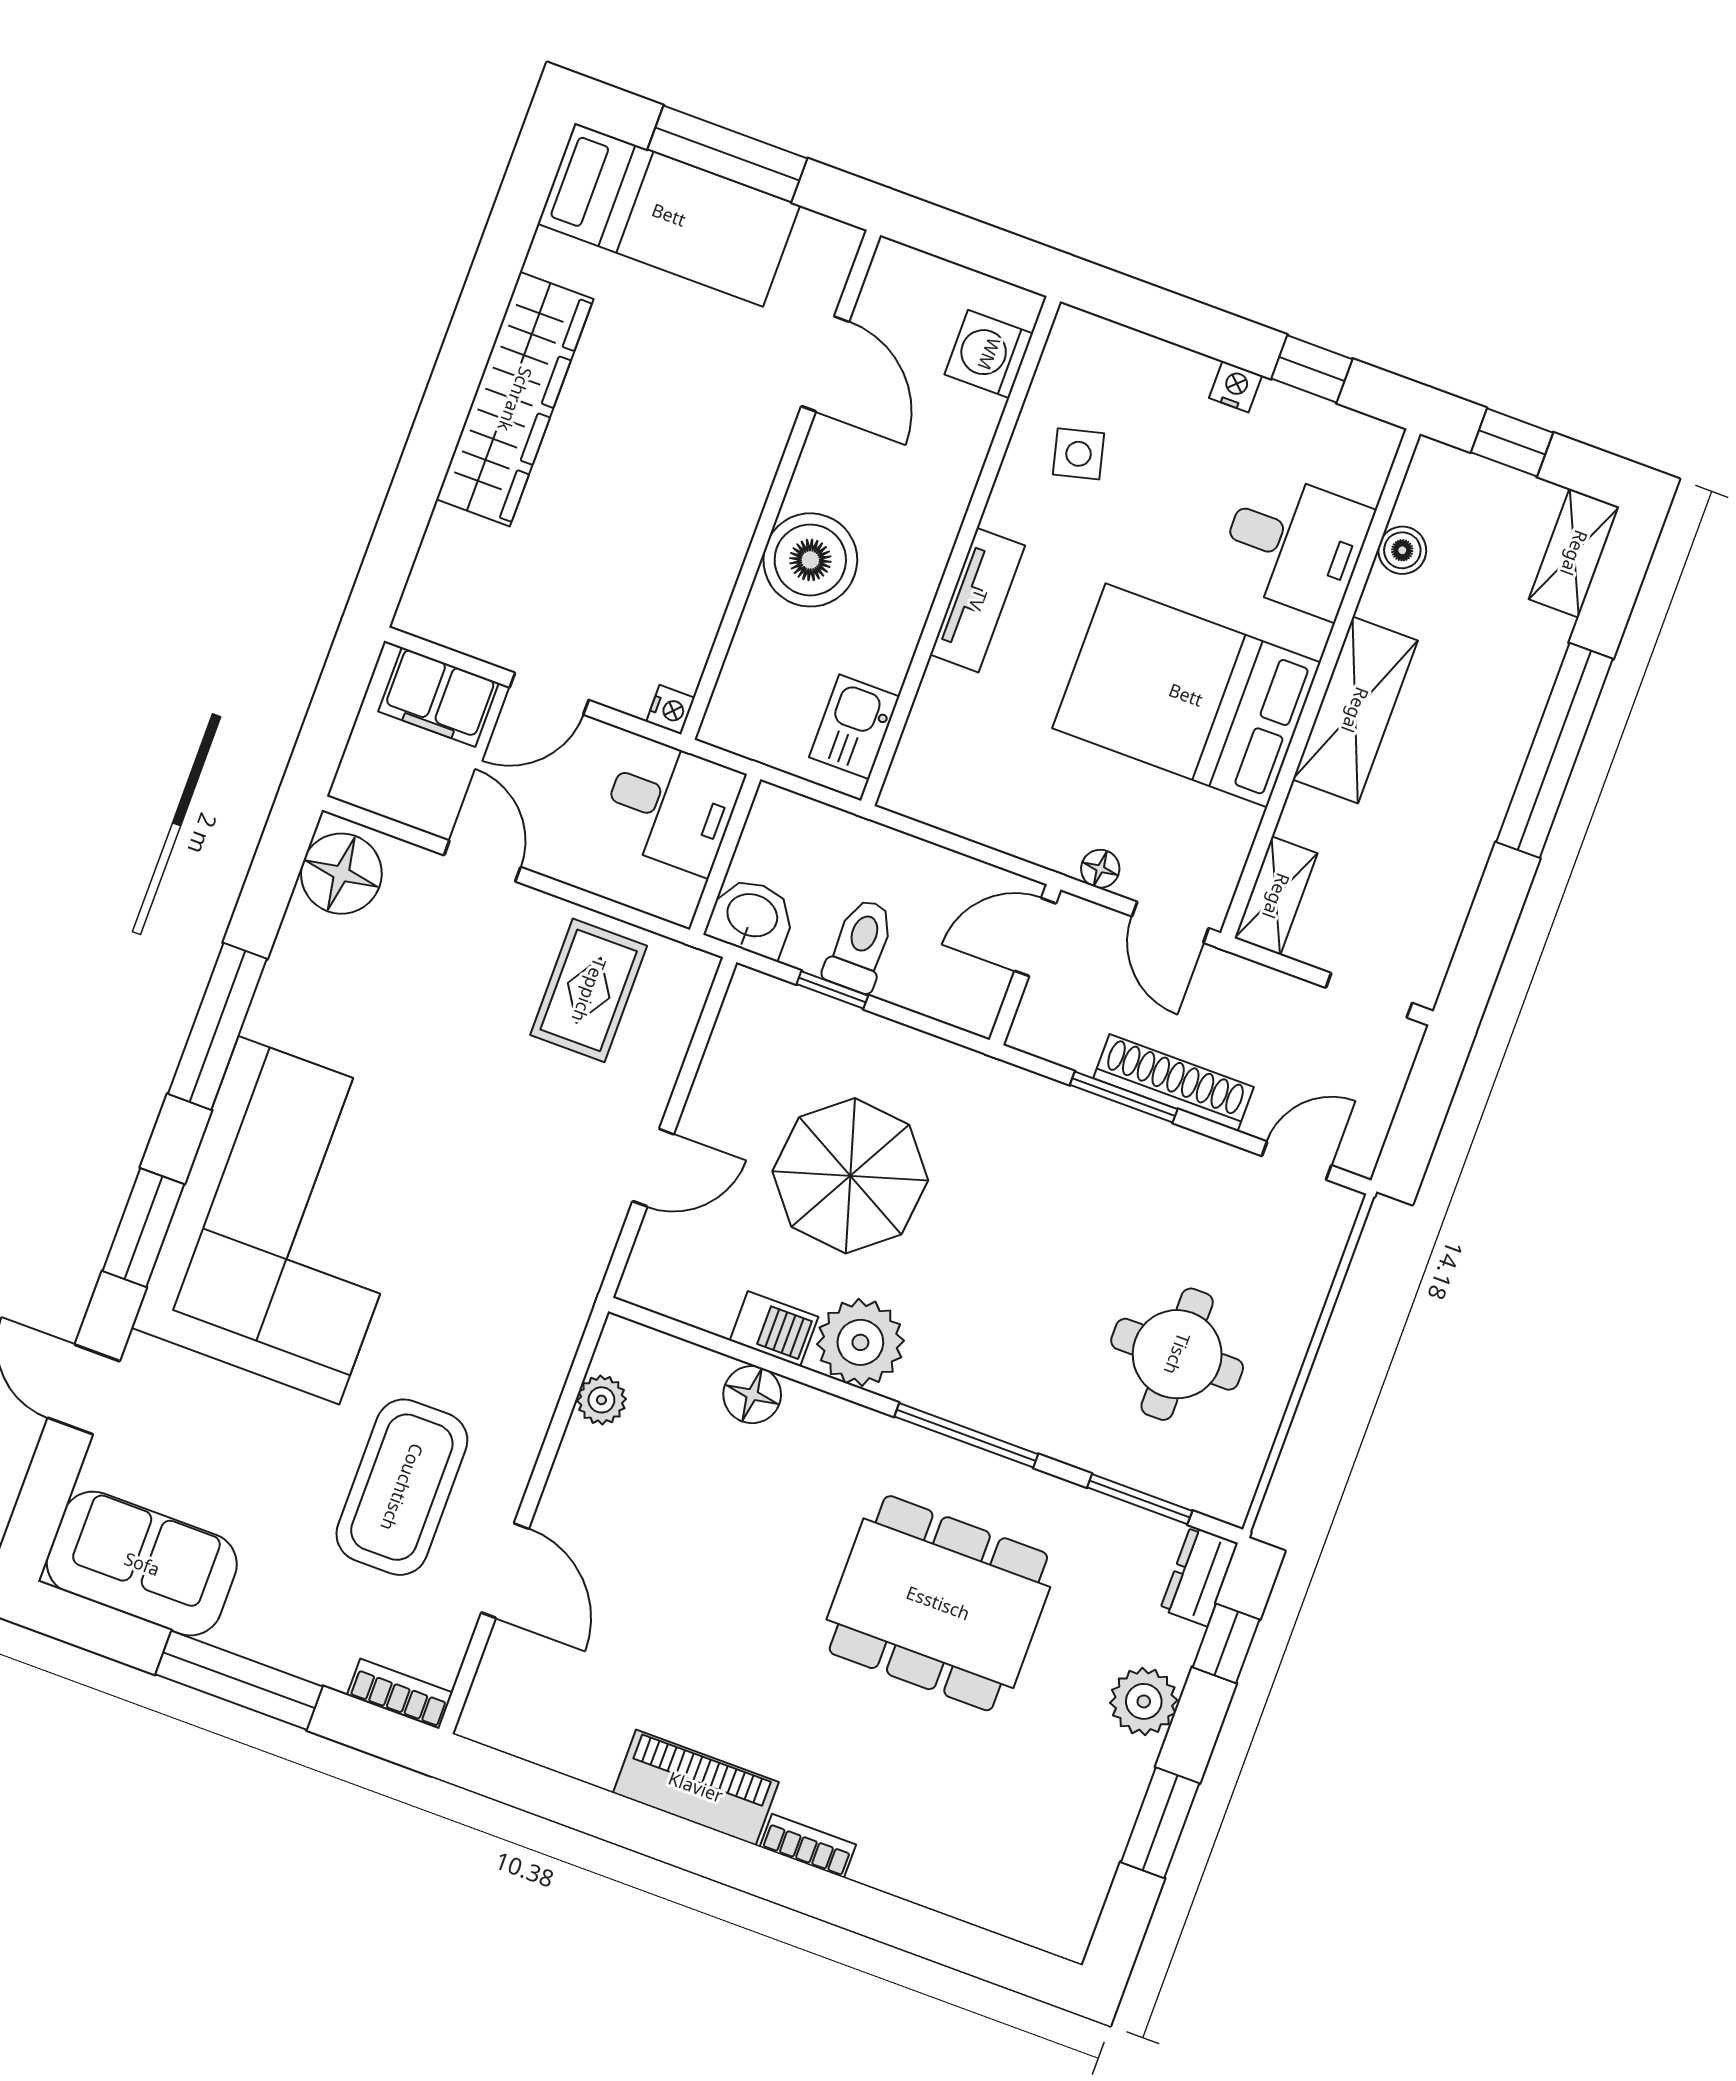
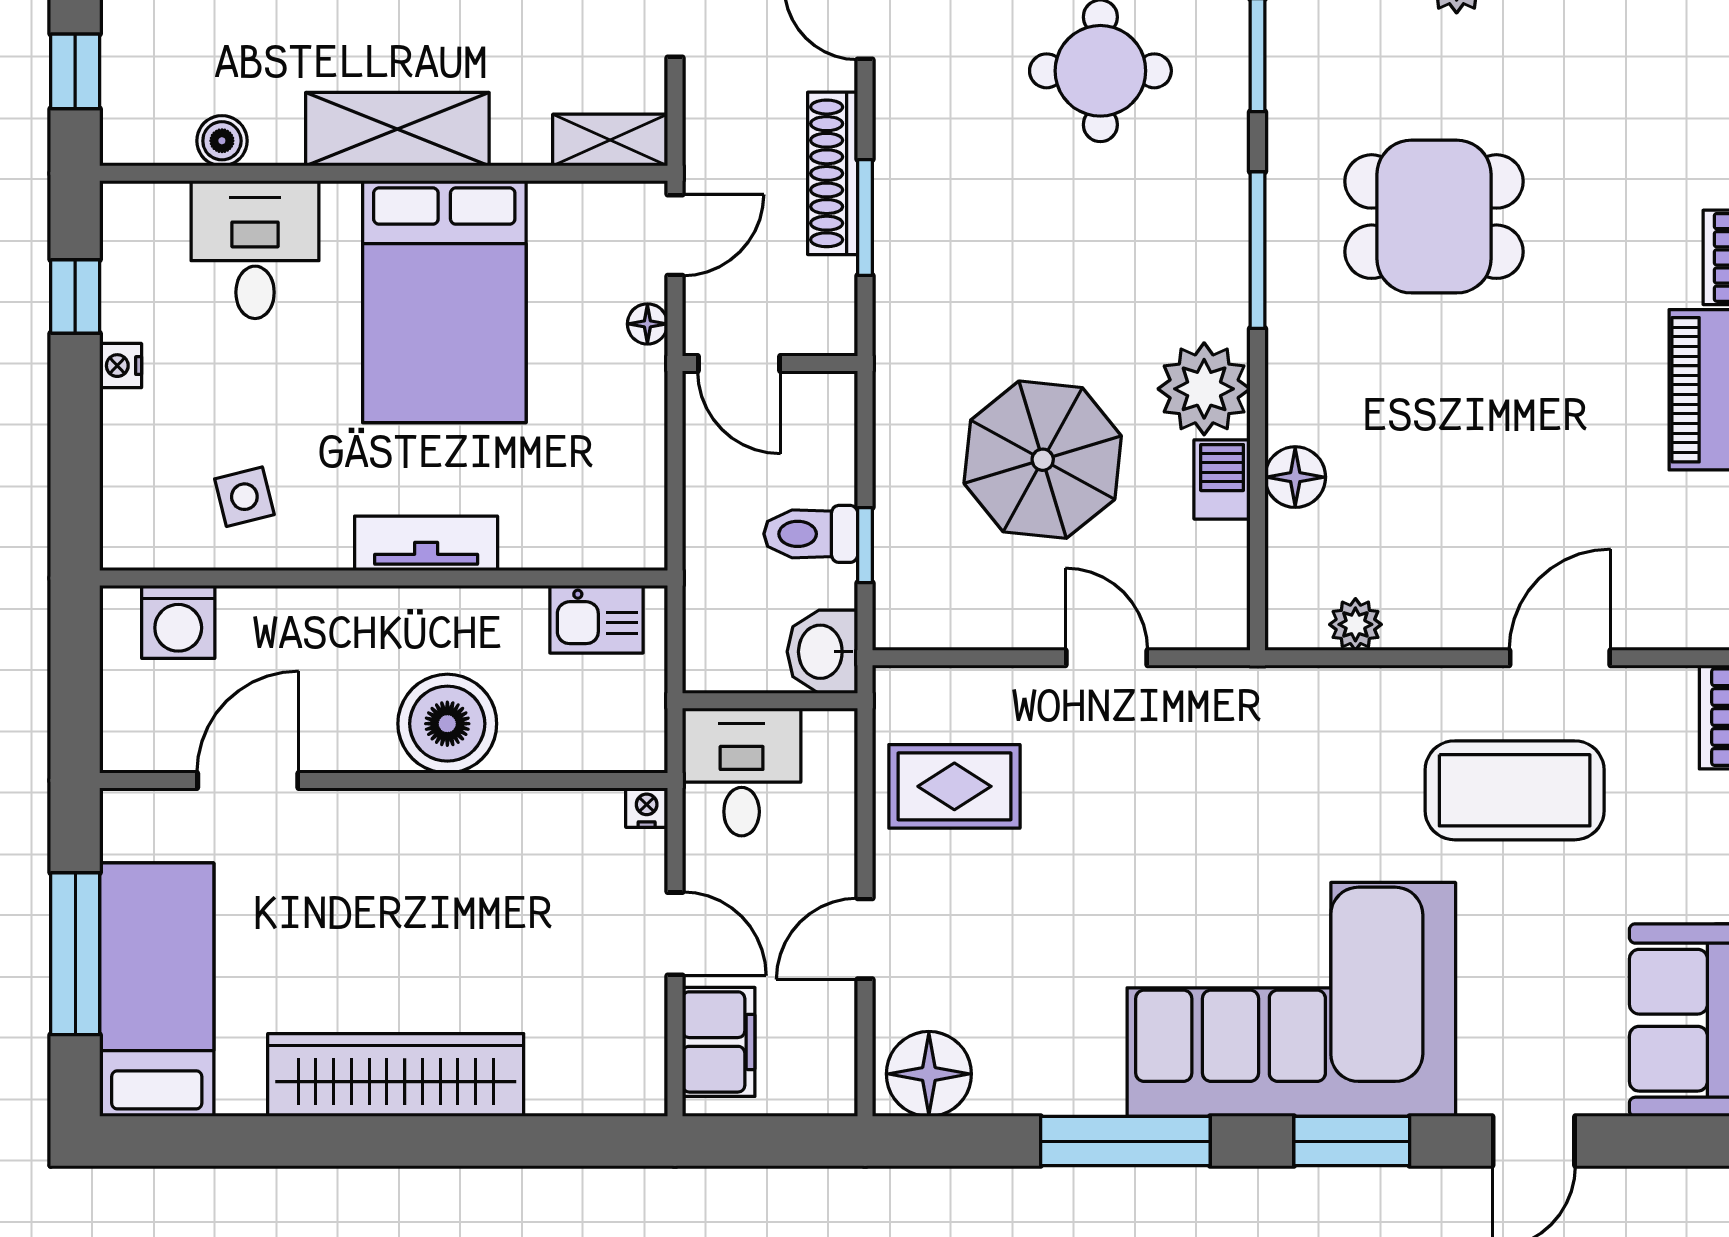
dining table: (938, 1603) -> (1434, 217), width x0.73

